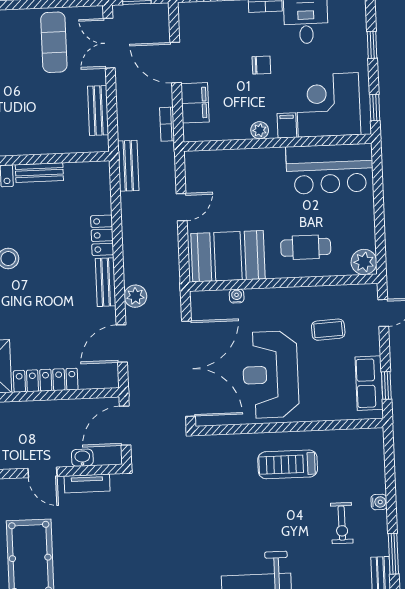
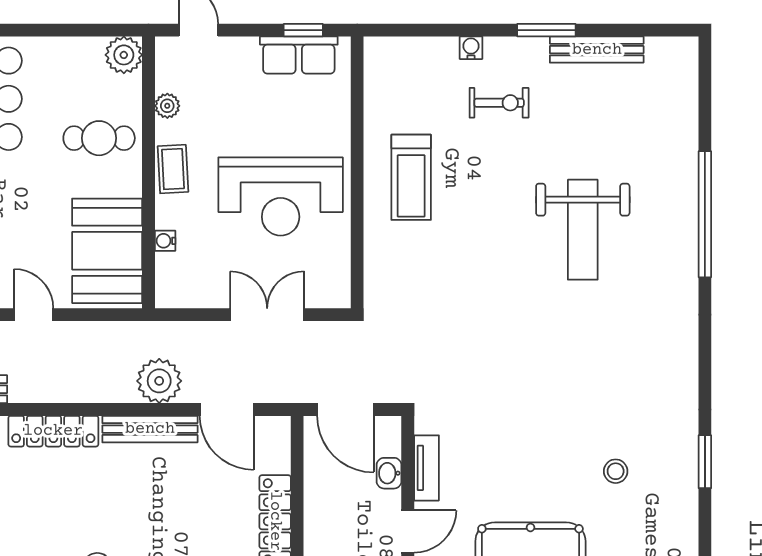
locker: (102, 235) -> (53, 431), width x1.53
cafe table: (306, 247) -> (99, 138), turned 90
bench: (105, 282) -> (150, 429), width x1.36
plant: (330, 294) -> (167, 106), added
plant: (135, 296) -> (159, 381), width x1.36, depth x1.36
coffee table: (328, 330) -> (173, 169), moved
double door: (188, 369) -> (267, 315), width x0.54

